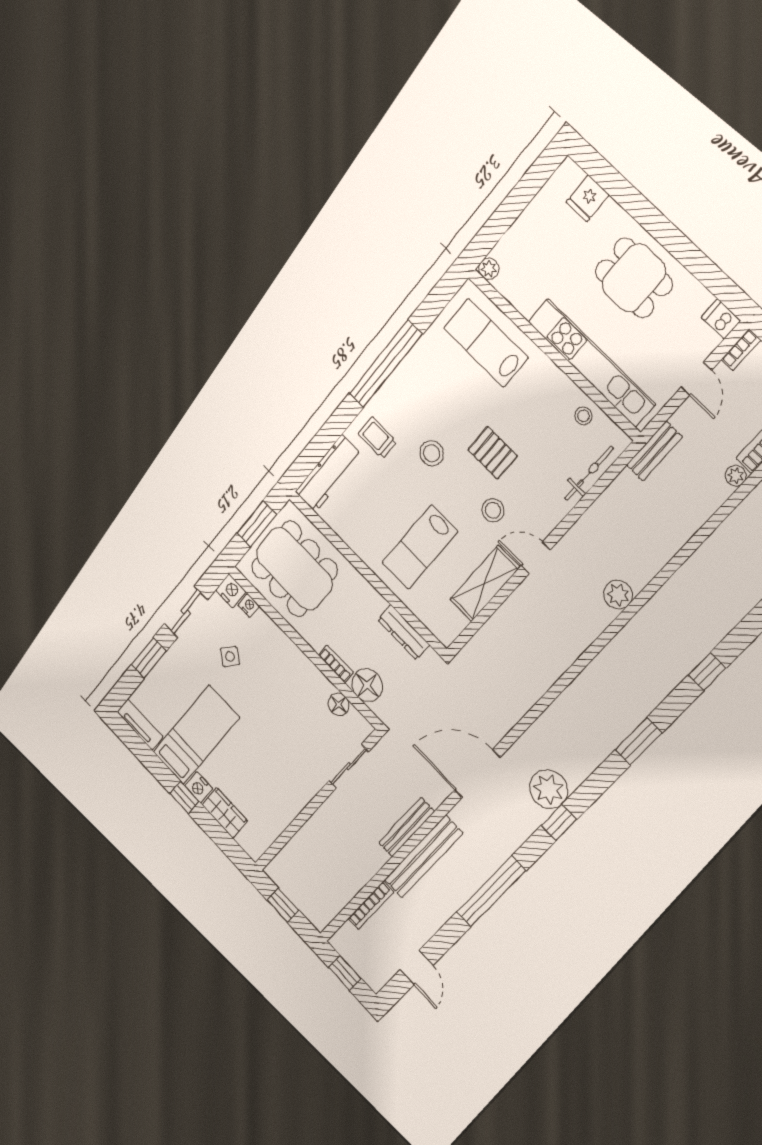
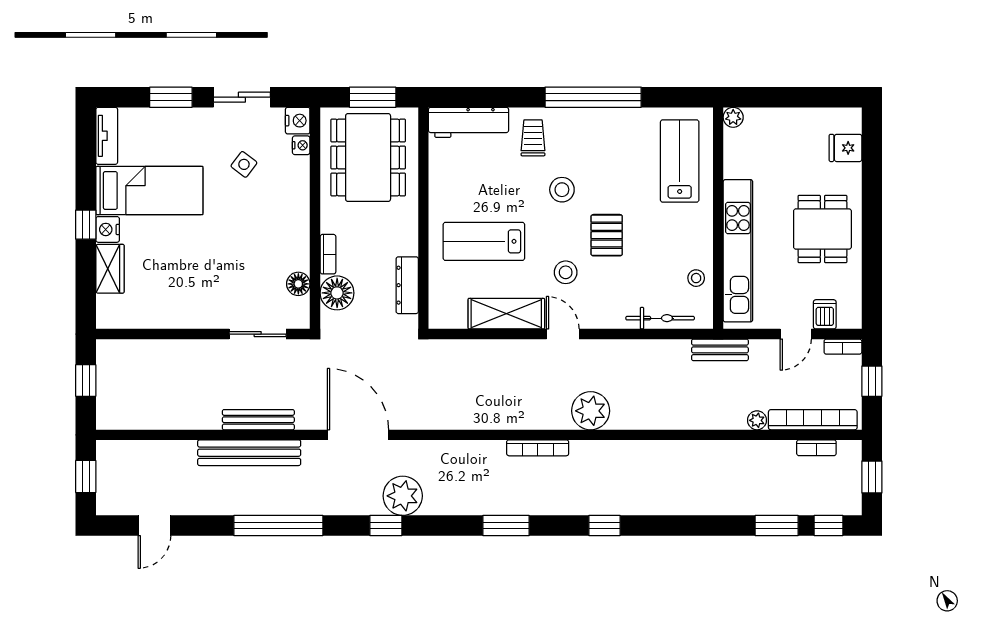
dishwasher: (721, 319) -> (825, 314), moved
plant: (618, 595) -> (591, 411), width x1.36, depth x1.36
bookcase: (371, 905) -> (538, 448), moved

